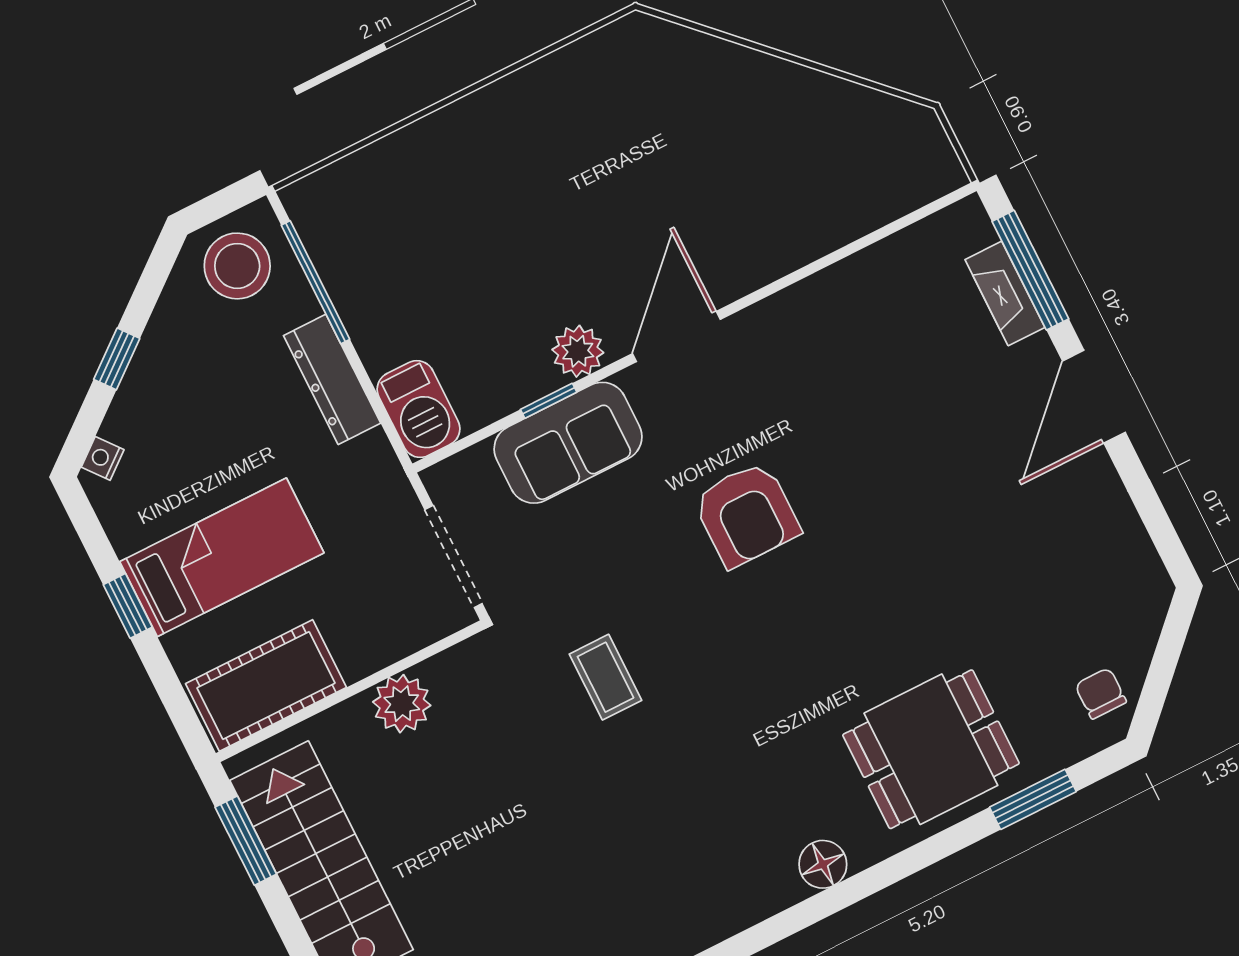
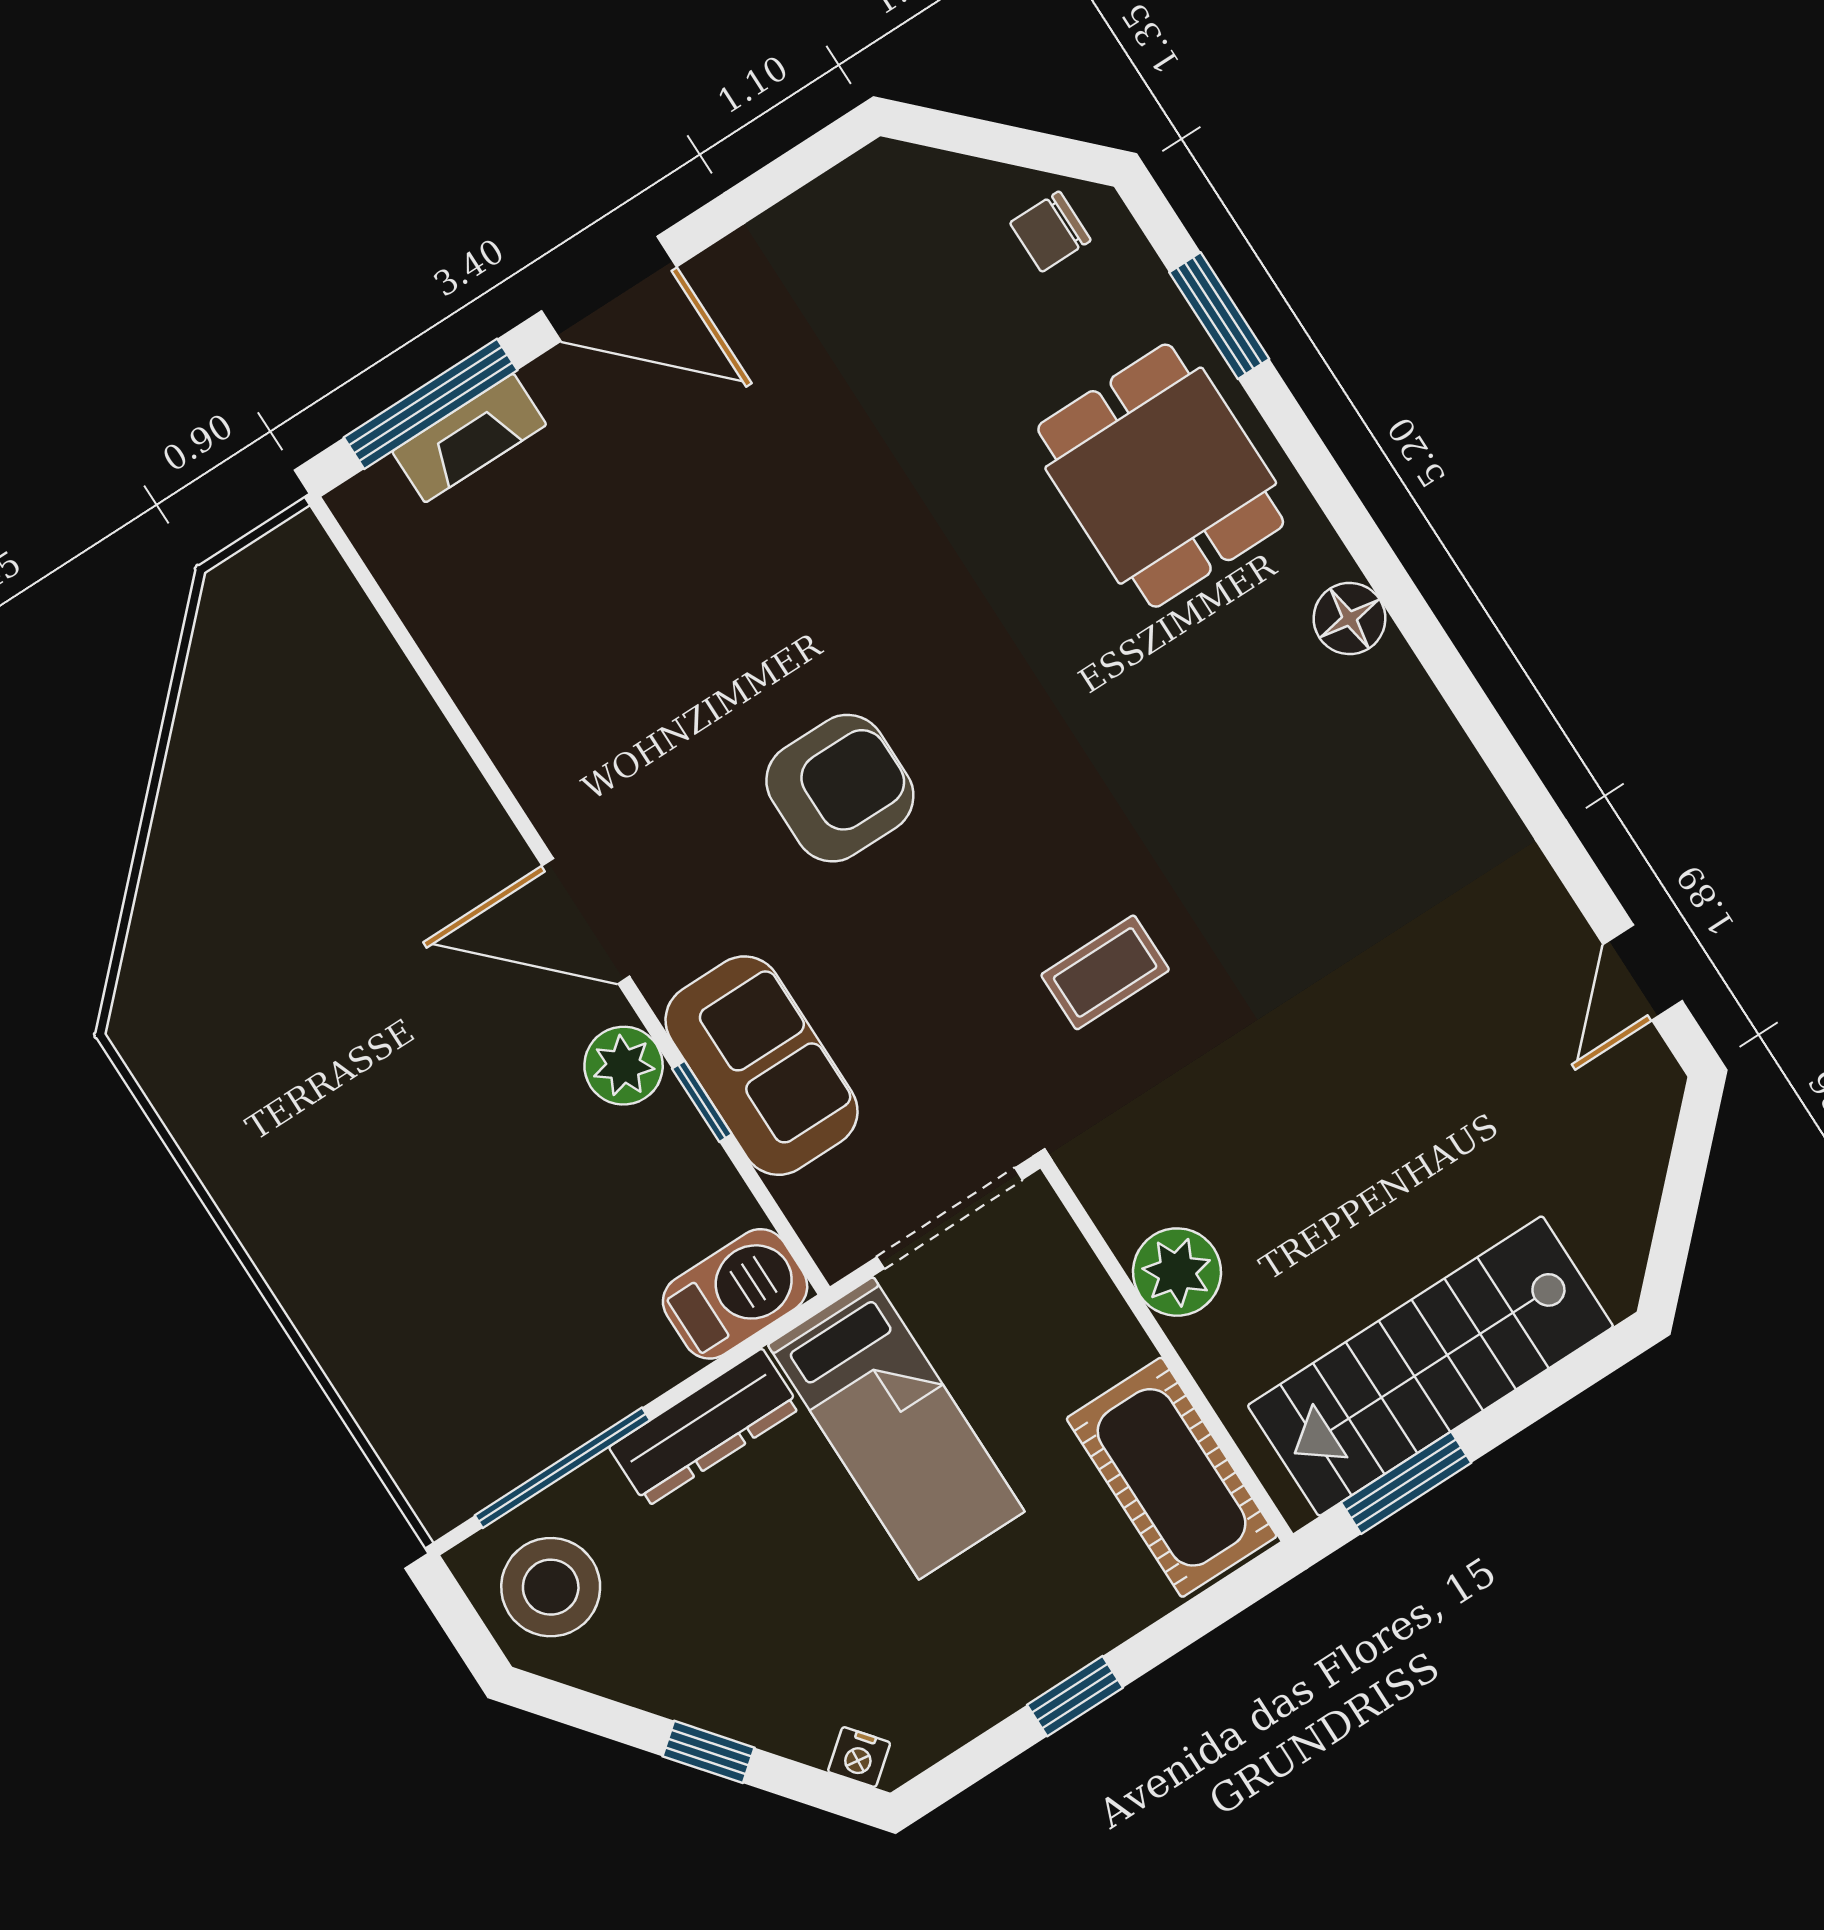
bed: (222, 557) -> (896, 1428), moved, turned 180

